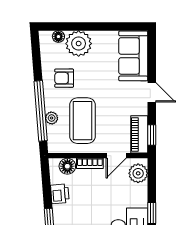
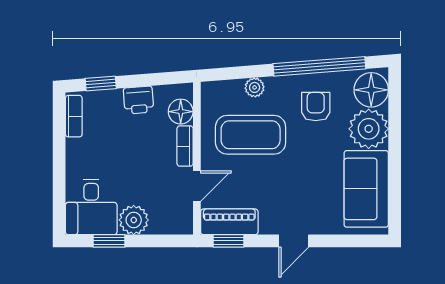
floor lamp: (58, 37) -> (371, 90), width x1.89, depth x1.89
sofa: (133, 56) -> (366, 189), moved, turned -90
window: (41, 111) -> (319, 66), moved
door: (116, 156) -> (197, 186), swing flipped
plant: (138, 173) -> (134, 220), moved

